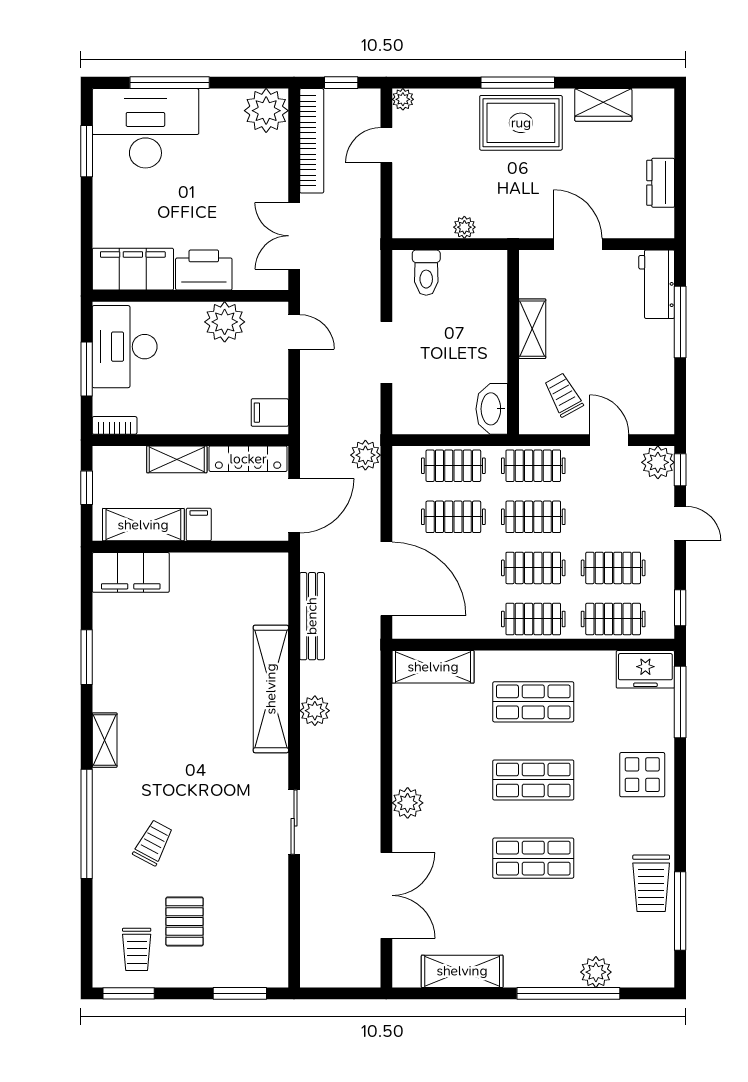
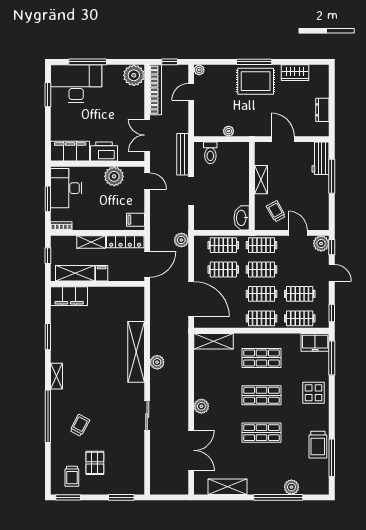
bench: (312, 616) -> (183, 154), moved

